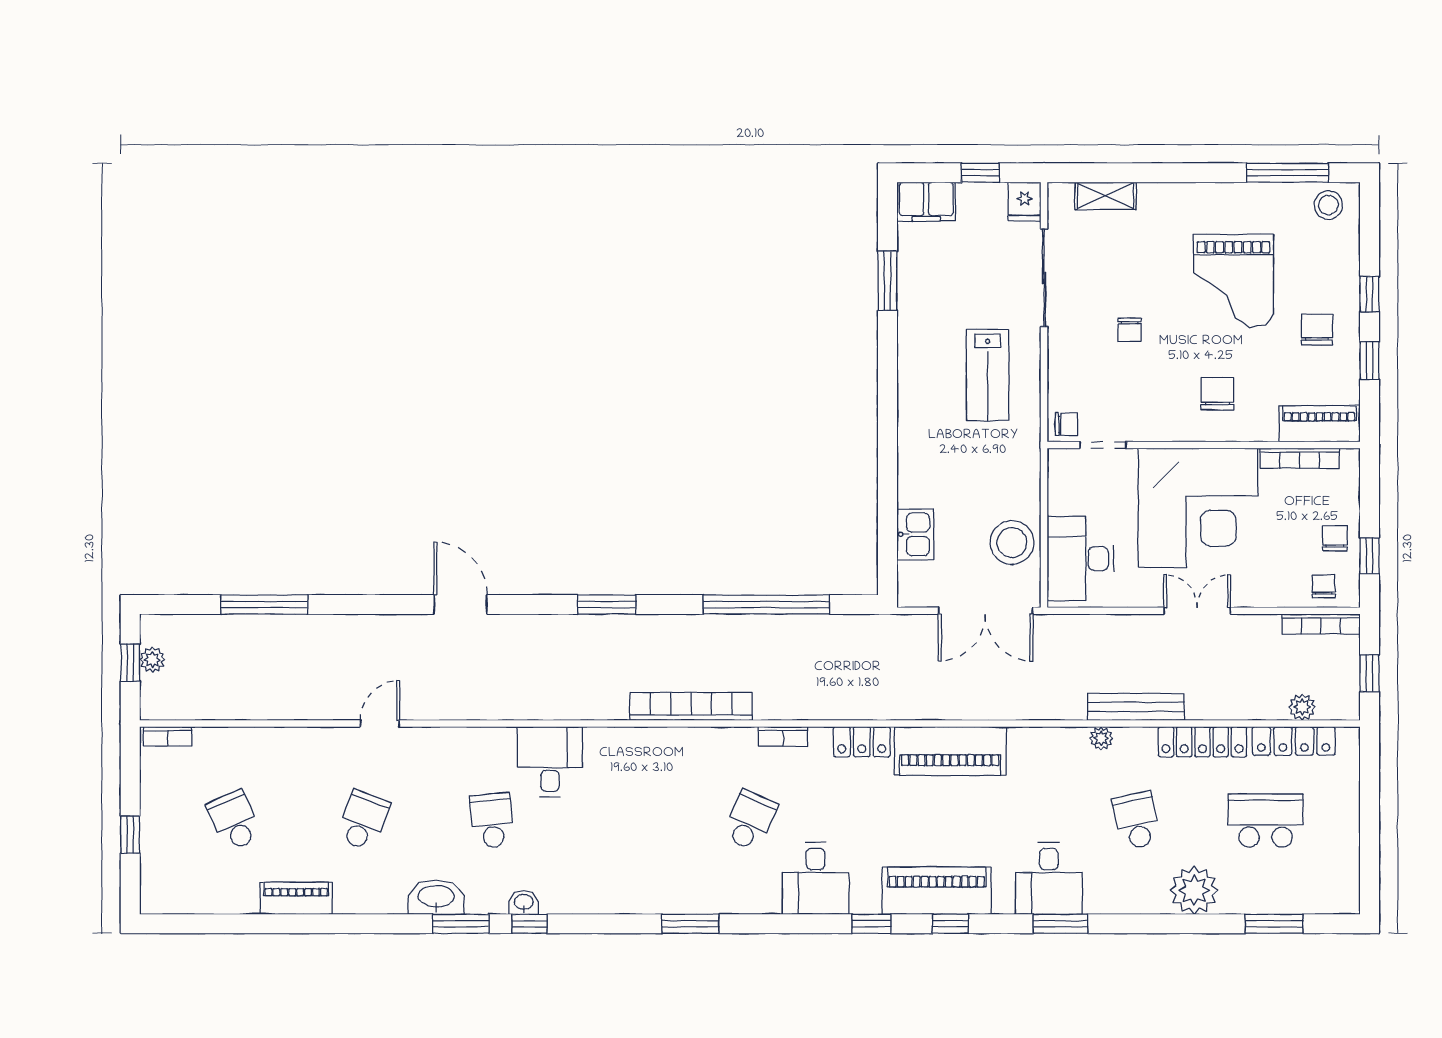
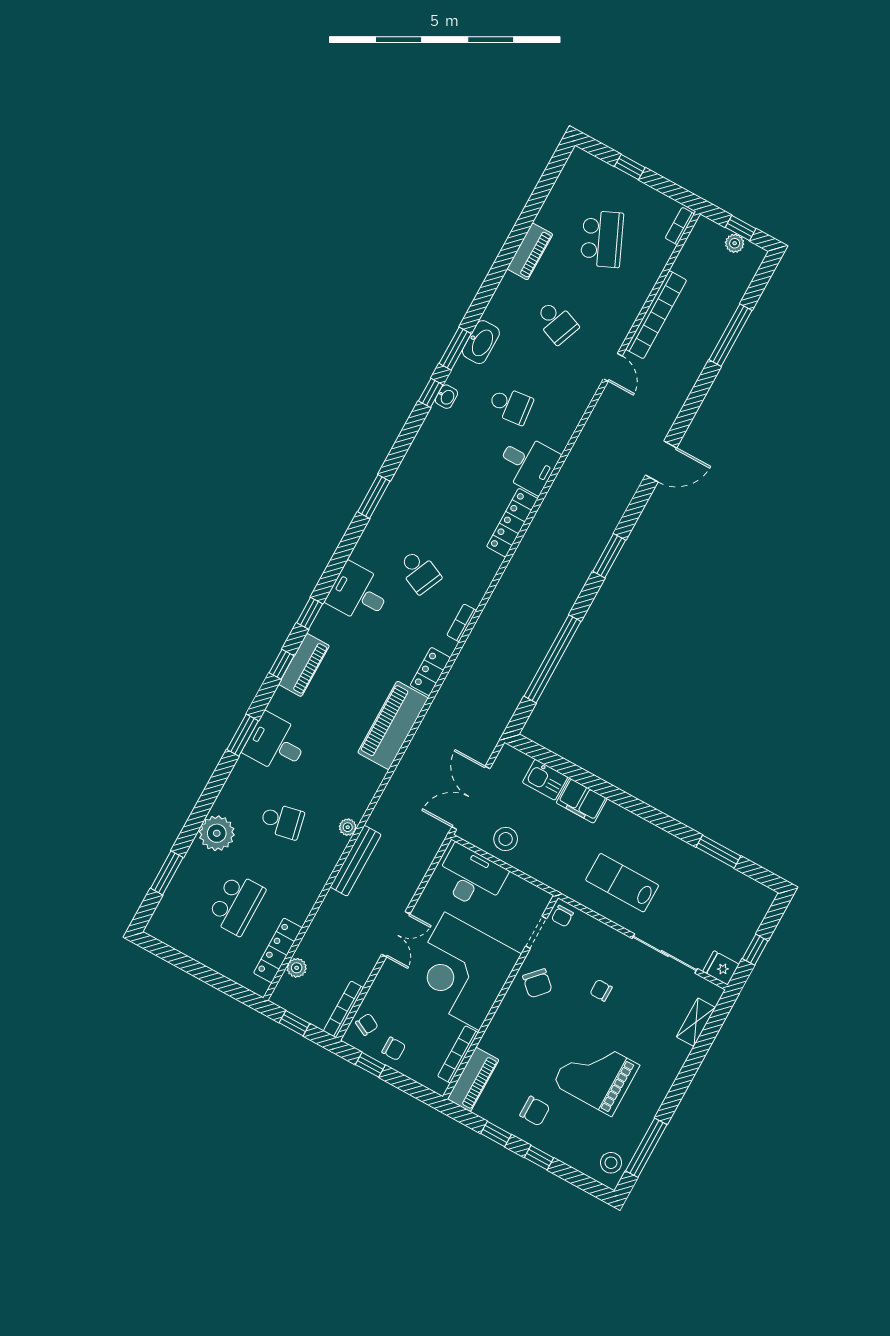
filing cabinet: (926, 202) -> (582, 801), moved, turned -90
chair: (1217, 394) -> (537, 983), moved, turned 43
stool: (1012, 542) -> (506, 839), width x0.73, depth x0.73
chair: (1324, 586) -> (367, 1024), turned -62
bookcase: (691, 706) -> (656, 315), moved
locker: (1202, 742) -> (512, 523), moved
school desk: (234, 821) -> (602, 239), width x1.85
piano: (937, 891) -> (304, 665), width x0.73, depth x0.75

